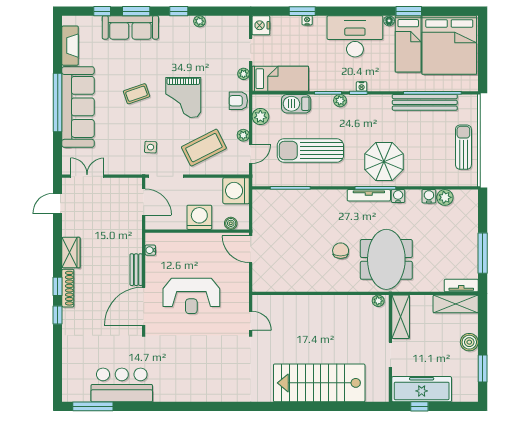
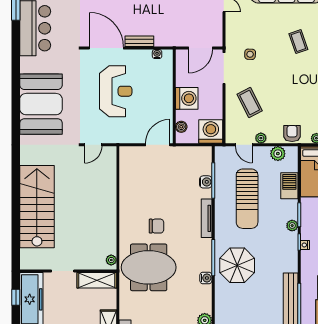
grand piano: (183, 97) -> (295, 84), removed
coffee table: (204, 148) -> (250, 103), width x0.73, depth x0.76
sun lounger: (310, 151) -> (247, 199), turned 180
tv unit: (369, 195) -> (207, 218), moved
water cooler: (429, 196) -> (206, 182), moved
reception desk: (191, 296) -> (116, 91), turned 180
booth: (206, 378) -> (41, 104), added

